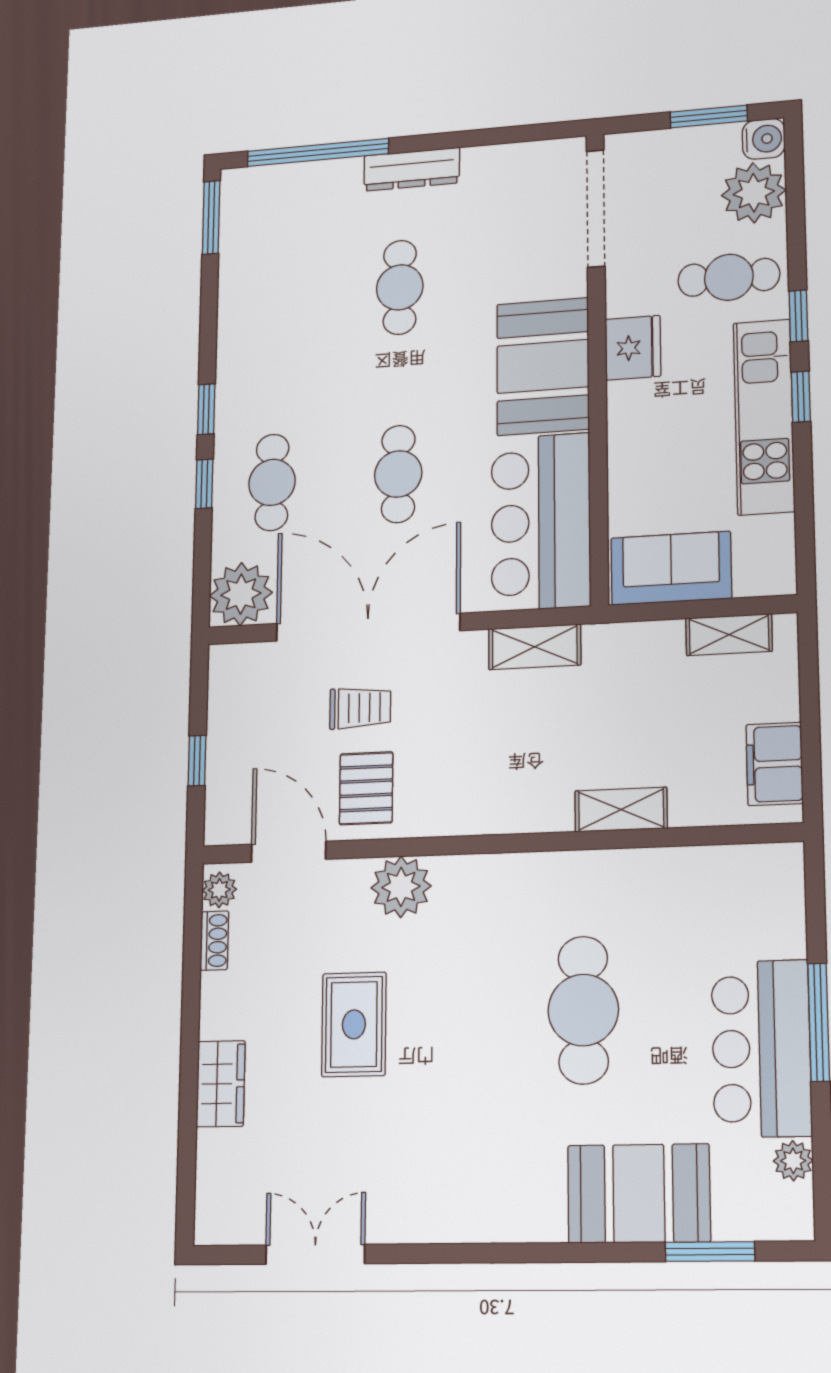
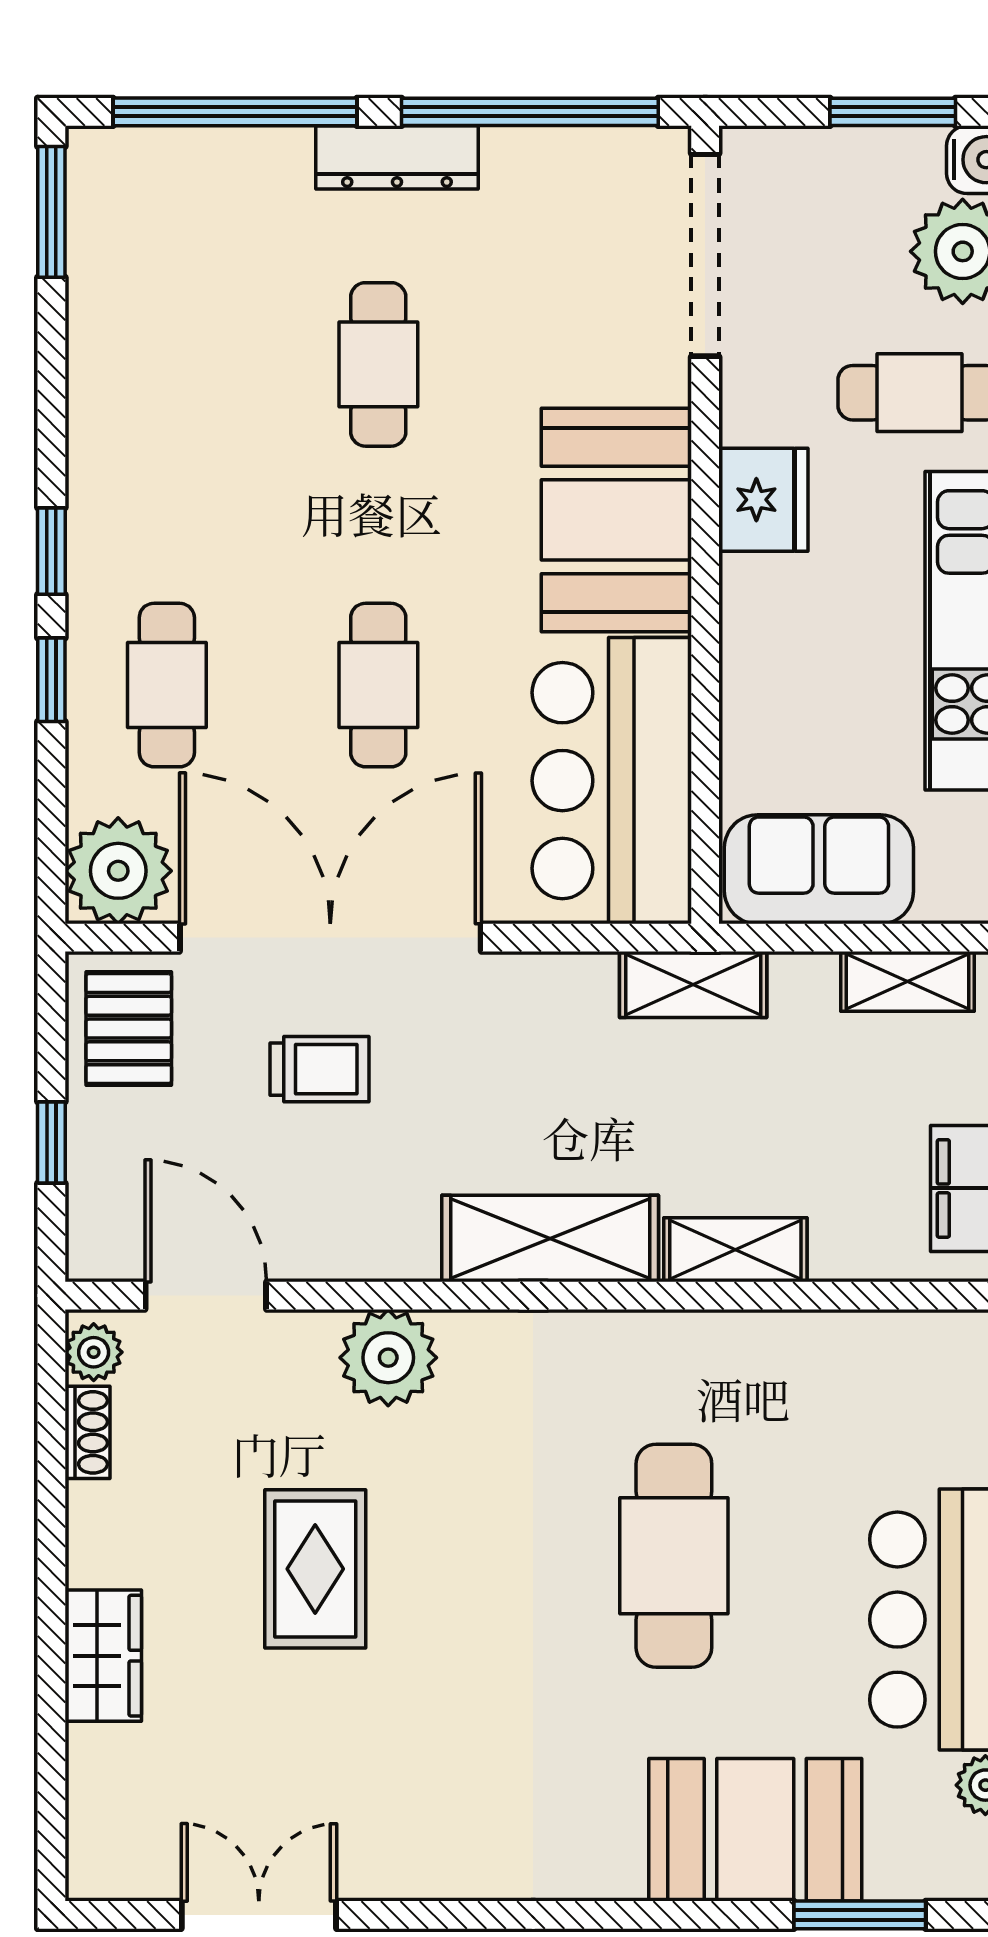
window: (490, 137) -> (530, 112), added
shelving: (535, 647) -> (693, 985), moved
pallet: (366, 788) -> (129, 1029), moved
shelving: (503, 807) -> (550, 1238), added

